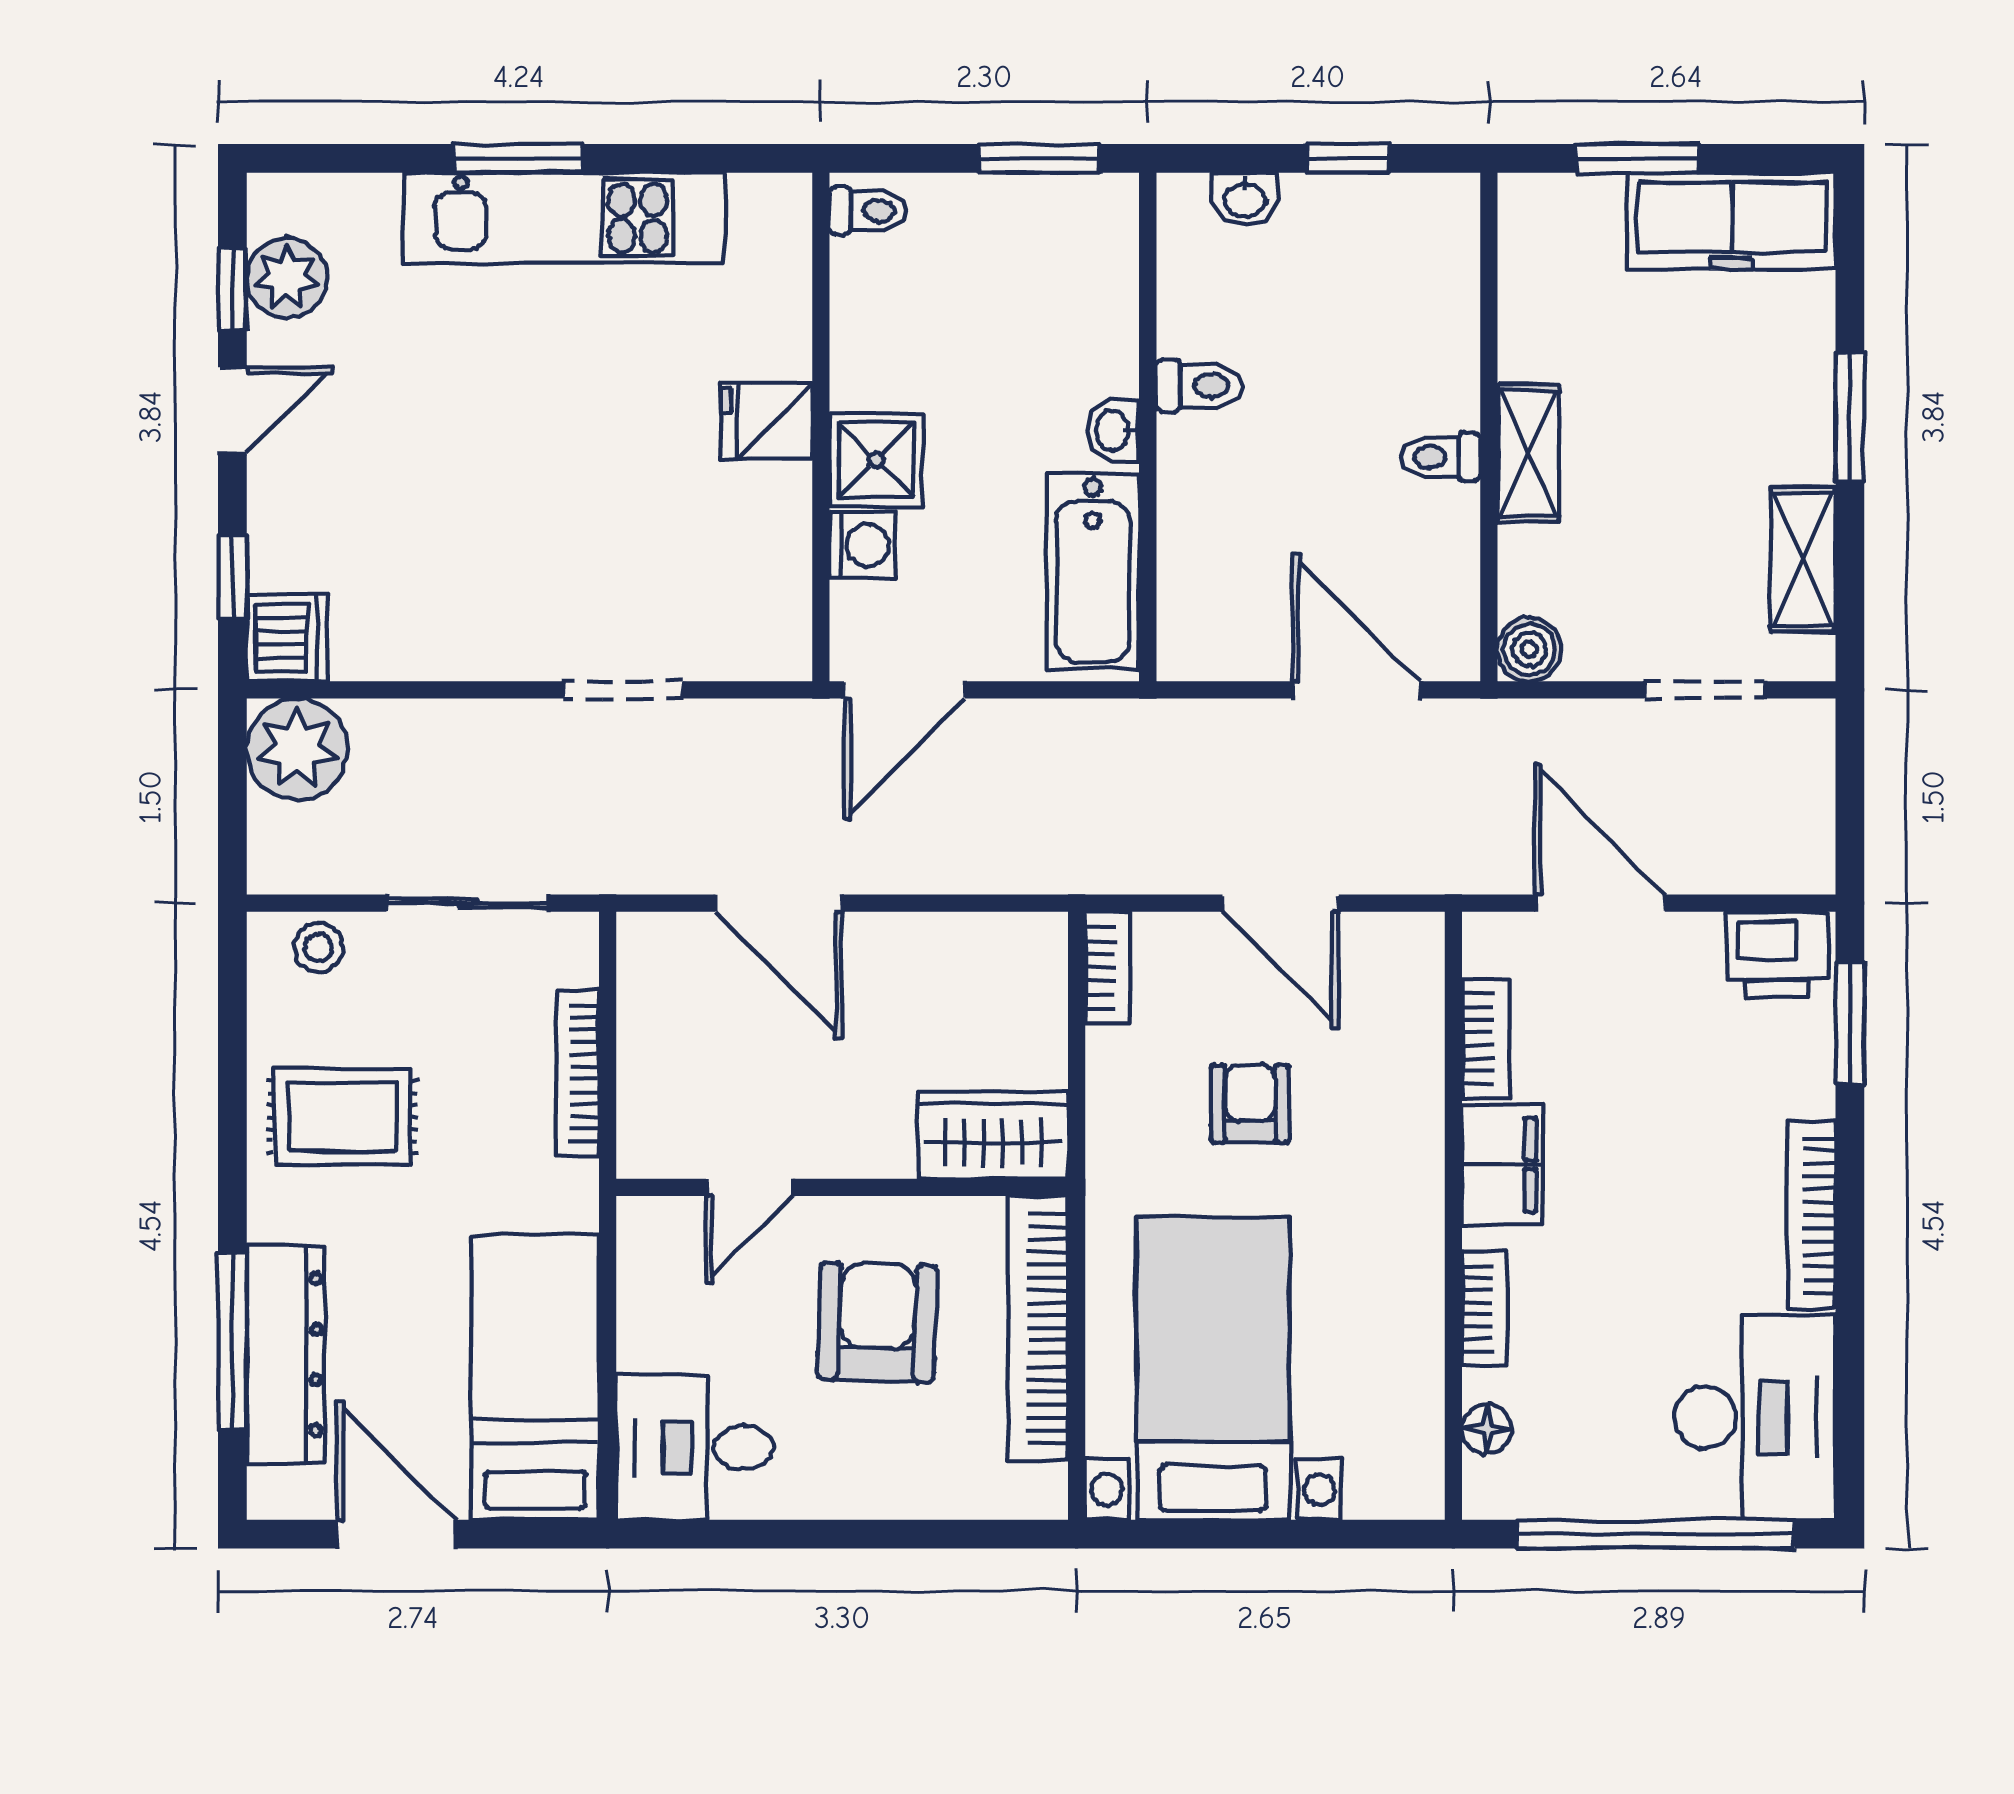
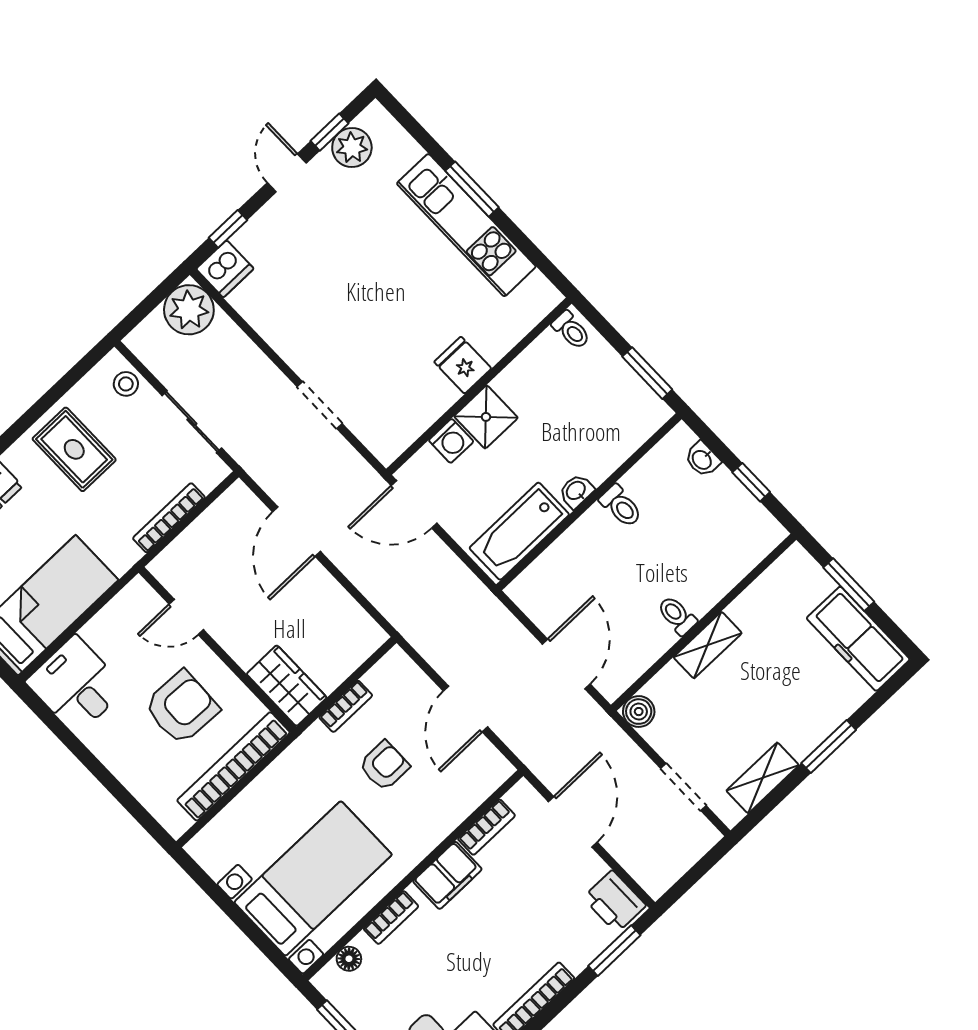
door: (232, 410) -> (287, 173), swing flipped
bookcase: (1107, 967) -> (346, 706), moved
bed with nightstands: (1213, 1369) -> (313, 878), moved

